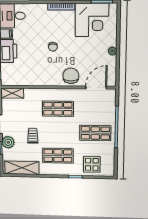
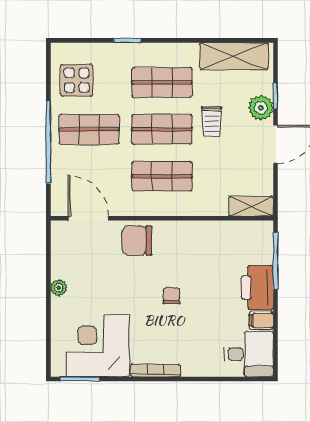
chair: (71, 76) -> (137, 241), turned 90
door: (96, 88) -> (88, 218), swing flipped
shop shelf: (58, 132) -> (162, 129), added
display table: (92, 164) -> (77, 80), moved

